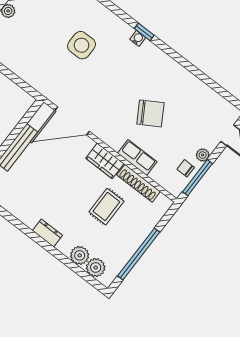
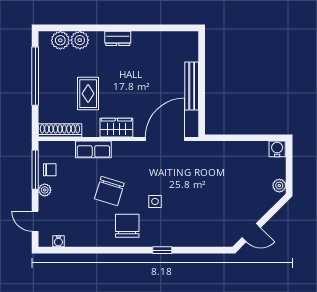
water cooler: (138, 38) -> (58, 241), moved
side table: (82, 45) -> (155, 201), moved, width x0.54, depth x0.54
chair: (158, 74) -> (127, 226), added
chair: (150, 113) -> (109, 191), turned -42
shoe rack: (139, 183) -> (60, 130), moved

